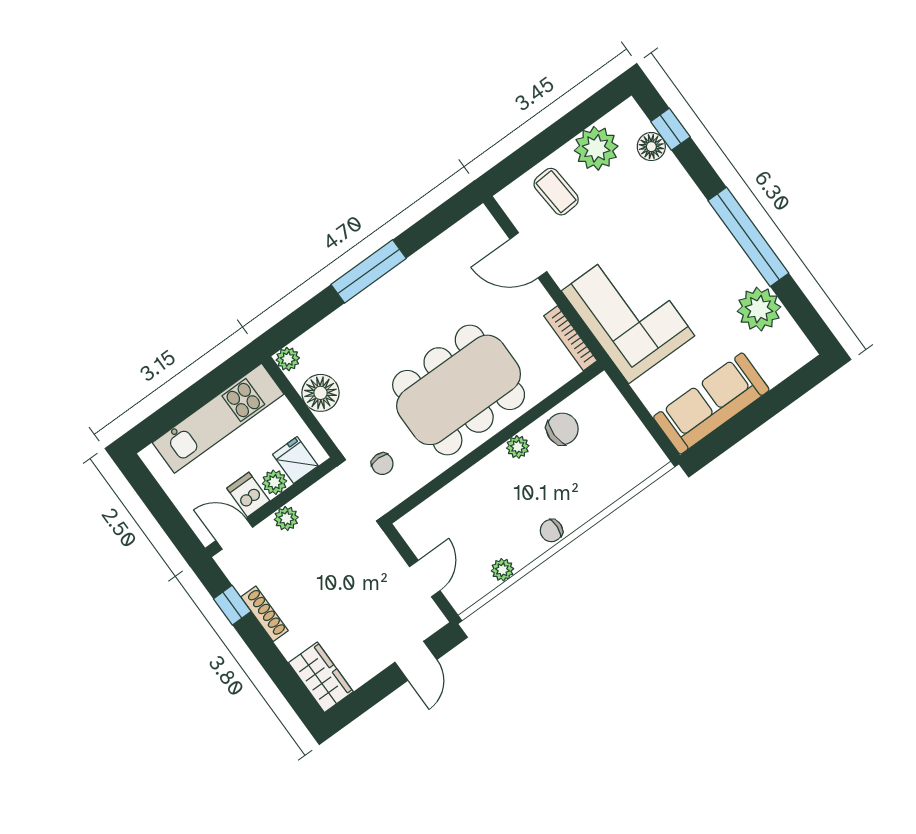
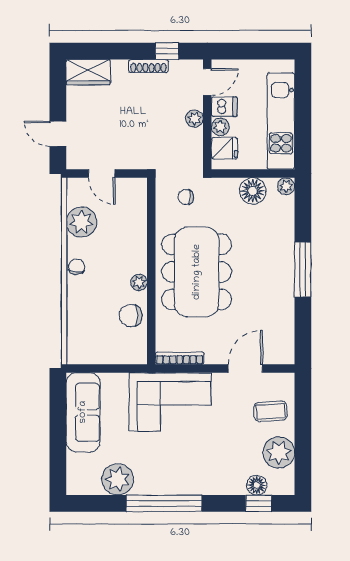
chair: (562, 429) -> (131, 316), turned 90
plant: (502, 570) -> (81, 222), width x1.88, depth x1.88

